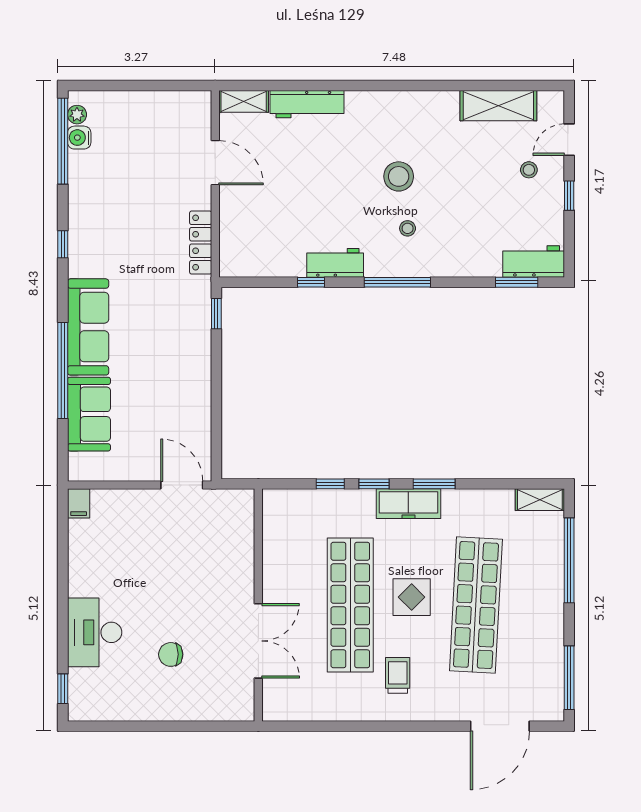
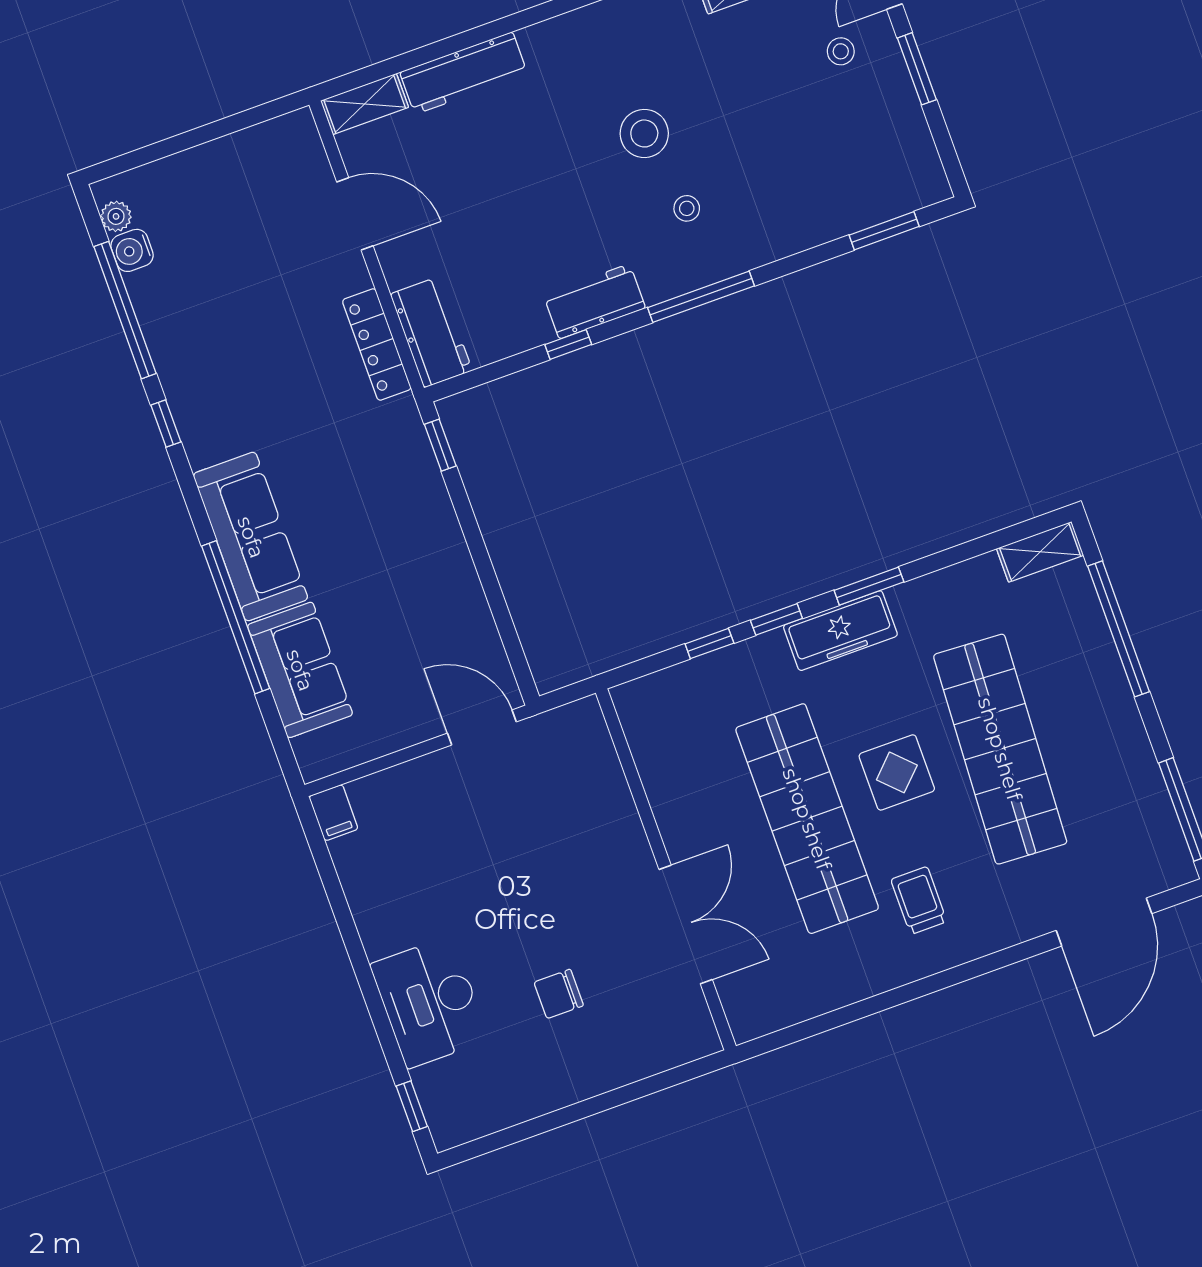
window: (63, 141) -> (125, 310), moved
window: (569, 196) -> (917, 69), width x1.50
workbench: (534, 262) -> (431, 332), moved, turned 90

